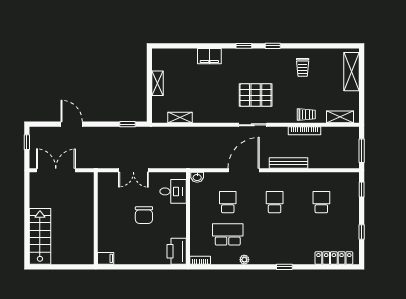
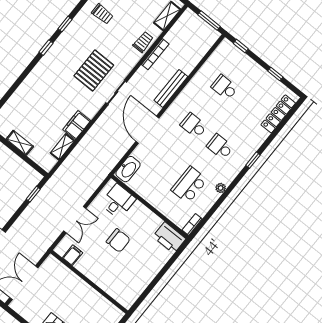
filing cabinet: (209, 56) -> (77, 125), moved, turned 180
washbasin: (197, 177) -> (128, 169), width x1.91, depth x1.45
school desk: (228, 202) -> (220, 147), moved
filing cabinet: (106, 258) -> (73, 255), moved

